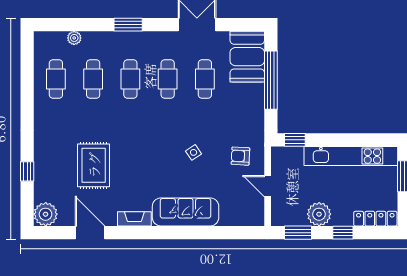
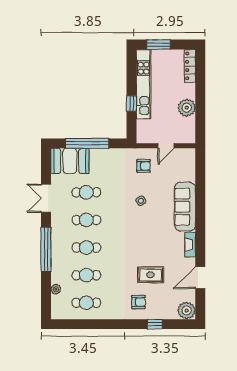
window: (128, 25) -> (46, 249), width x2.11
window: (295, 140) -> (132, 103), moved
armchair: (57, 149) -> (139, 302), added
armchair: (240, 156) -> (144, 166), turned -93
rug: (94, 165) -> (150, 275), width x0.73, depth x0.70
window: (298, 233) -> (200, 123), removed
window: (343, 233) -> (200, 90), removed

